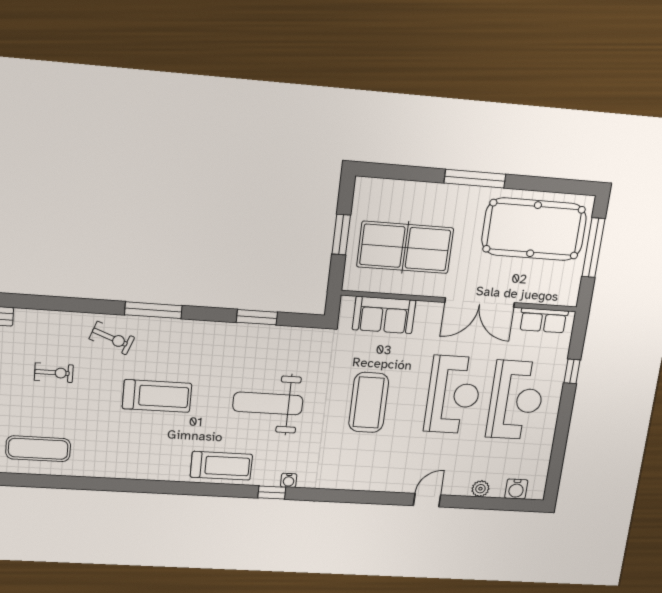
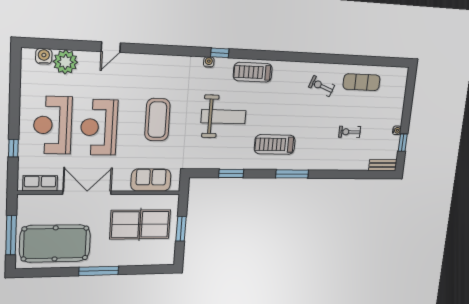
exercise bike: (112, 338) -> (322, 86), moved
treadmill: (157, 396) -> (275, 144), moved
plant: (480, 489) -> (65, 62), width x1.88, depth x1.88

